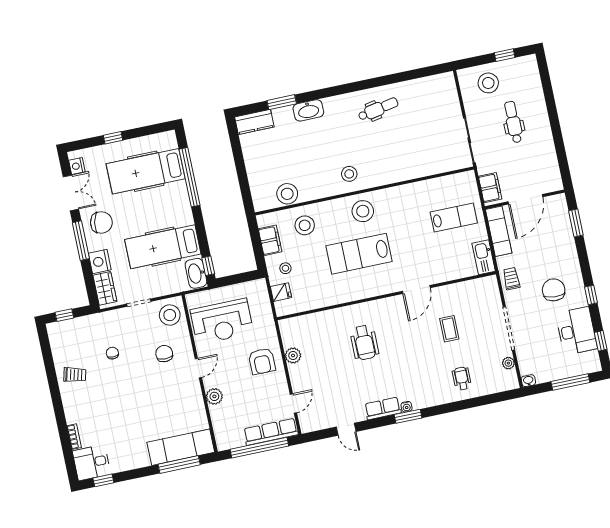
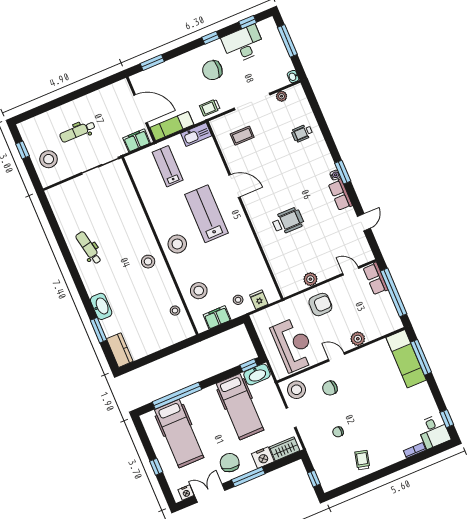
stool: (287, 194) -> (175, 311), width x0.53, depth x0.53
lab bench: (359, 254) -> (207, 214), moved, turned 180
coffee table: (449, 329) -> (242, 136), moved
row of seats: (271, 432) -> (375, 279), width x0.68

